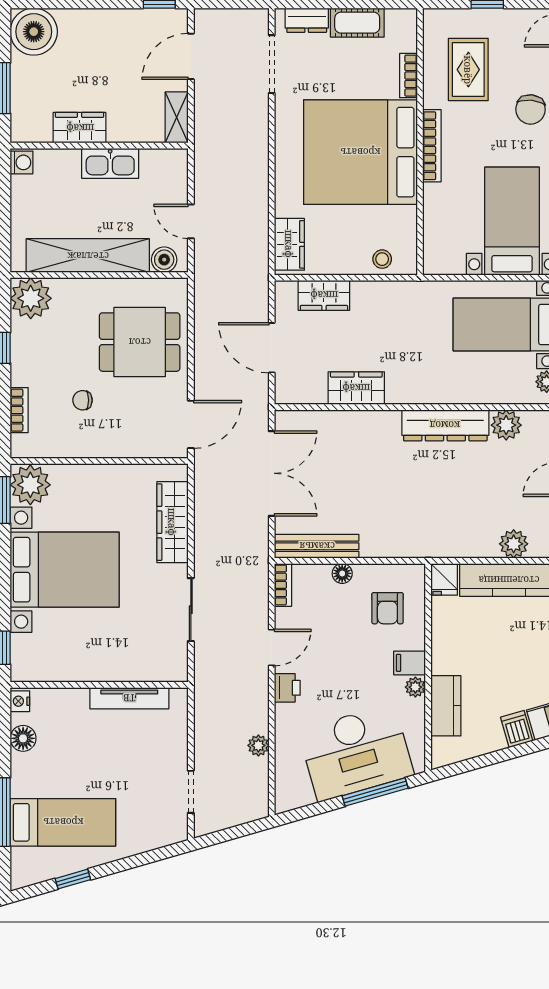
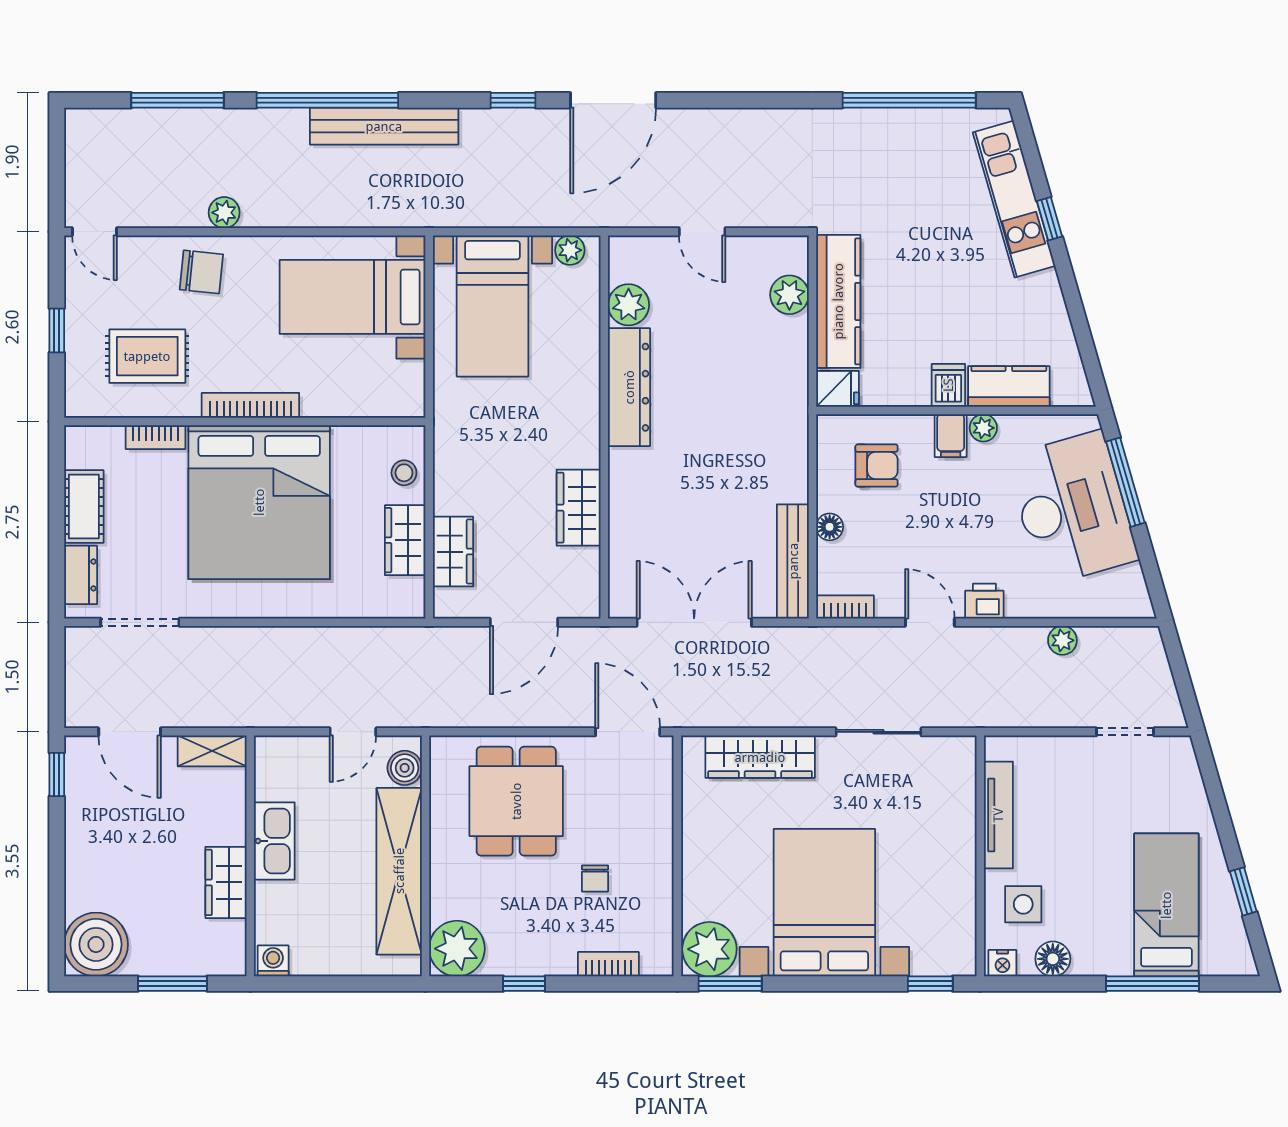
wardrobe: (289, 244) -> (405, 540), moved, turned -90
side table: (63, 717) -> (1023, 904), added
dishwasher: (517, 729) -> (948, 385), moved, turned 106

